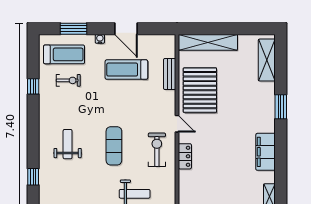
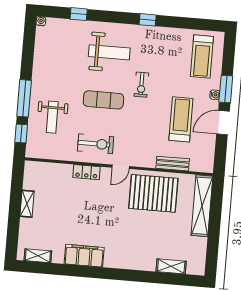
window: (74, 29) -> (226, 89), moved
shelving: (267, 60) -> (171, 266), width x0.67, depth x0.75
exercise bike: (68, 80) -> (141, 85), moved
window: (33, 86) -> (148, 20), moved
window: (281, 107) -> (129, 275), removed
weight bench: (68, 144) -> (109, 52), width x1.36, depth x1.33

